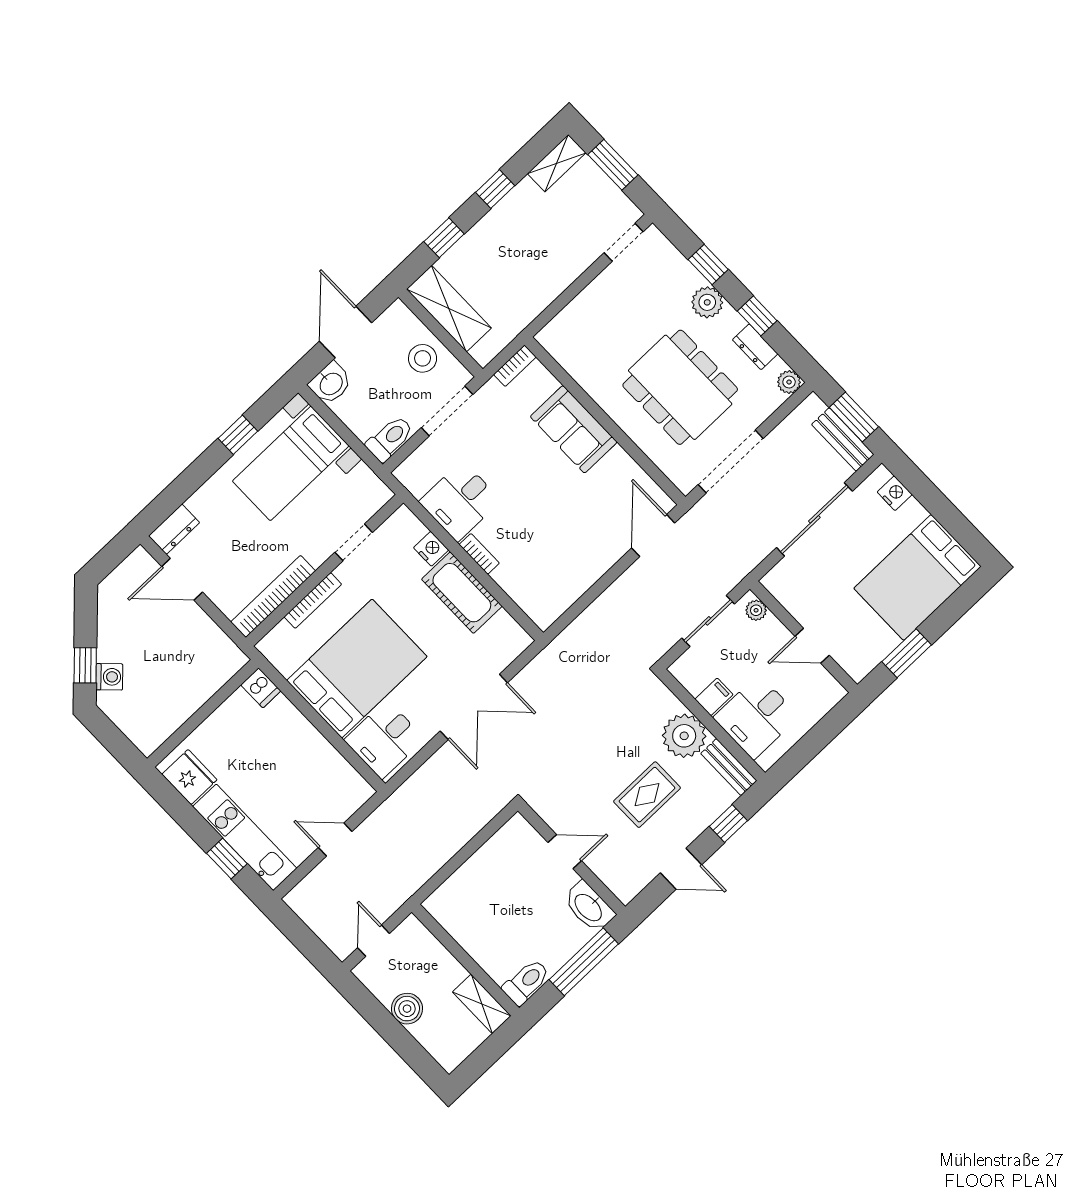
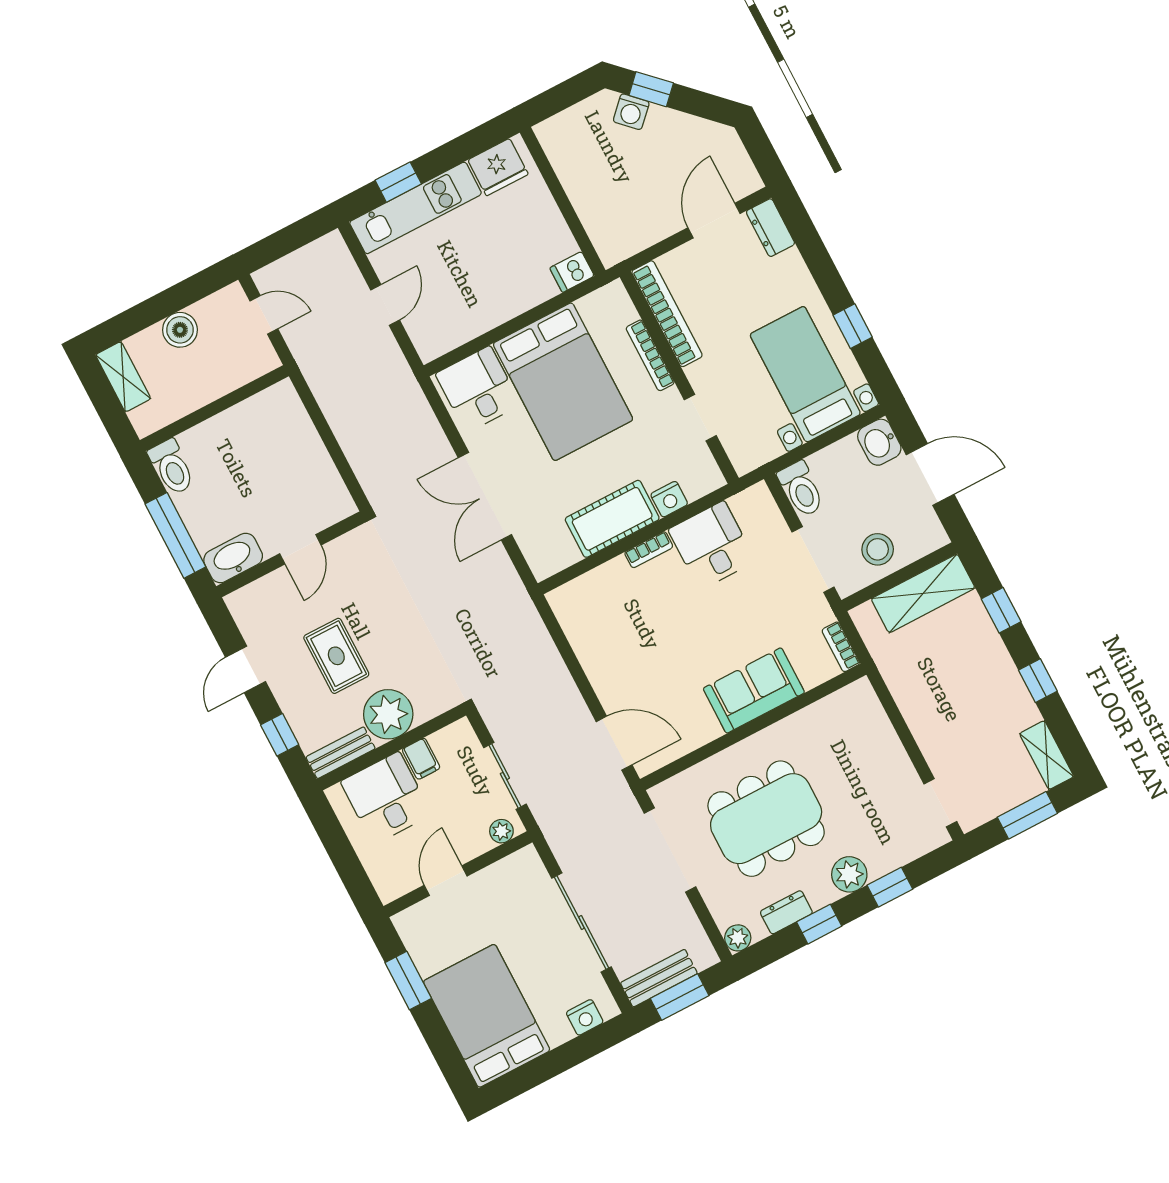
shelving: (482, 1004) -> (123, 377), moved, turned 90

